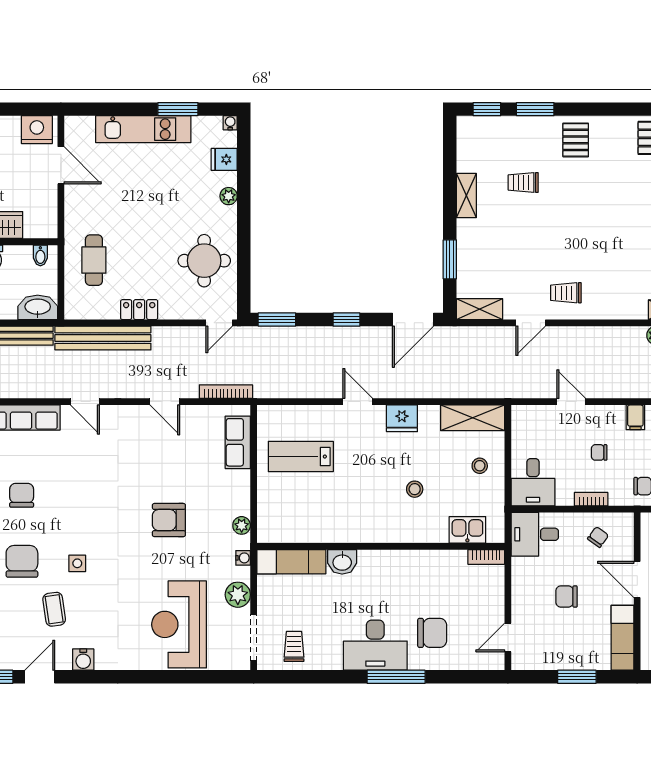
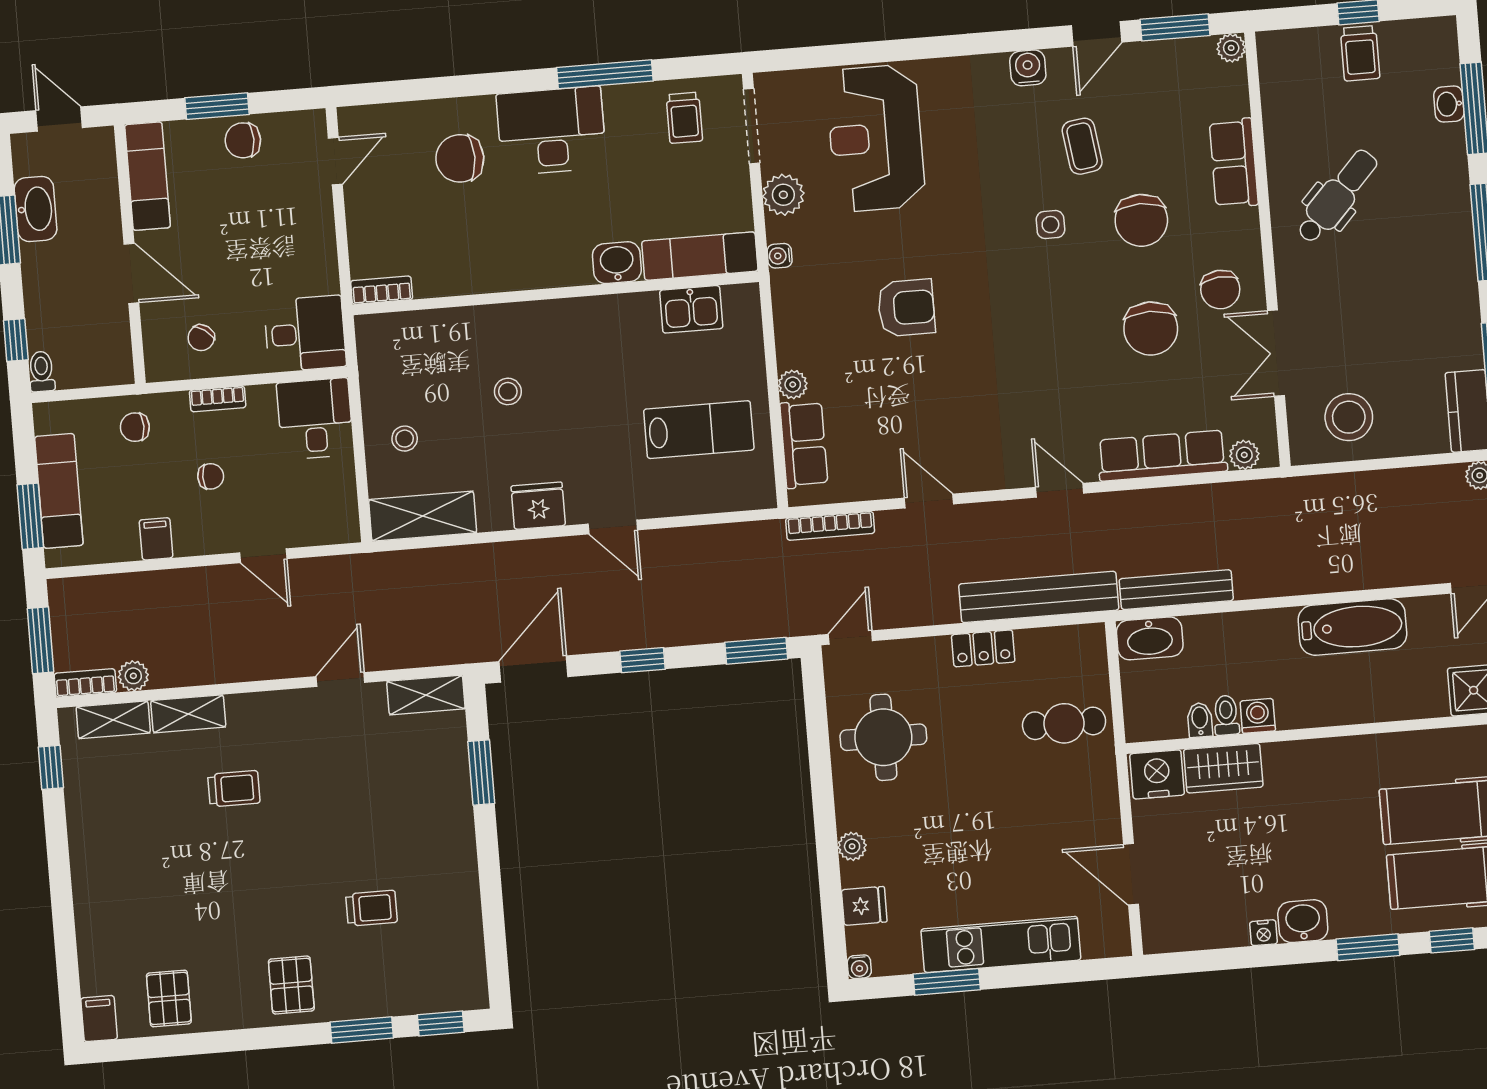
nightstand: (37, 130) -> (1157, 774), moved, turned 180
shelving: (466, 196) -> (188, 714), moved, turned 90
bidet: (40, 255) -> (1200, 720), moved
cafe table: (94, 260) -> (1064, 723), turned 90
trolley: (566, 293) -> (234, 789), moved
chair: (22, 495) -> (1151, 328), width x1.37, depth x1.37
plant: (242, 525) -> (793, 385), moved
kitchen sink: (467, 530) -> (691, 309), moved
chair: (567, 597) -> (243, 140), moved, turned 180
reception desk: (179, 624) -> (876, 138), turned 180
window: (396, 677) -> (605, 74), moved

